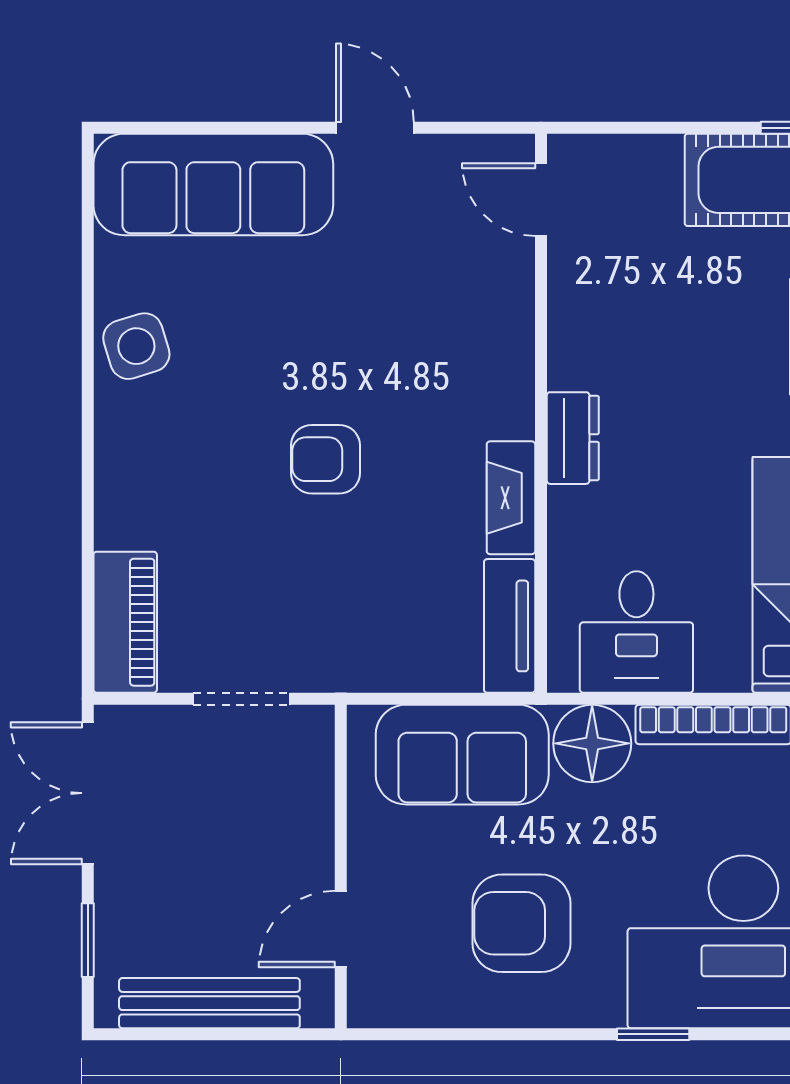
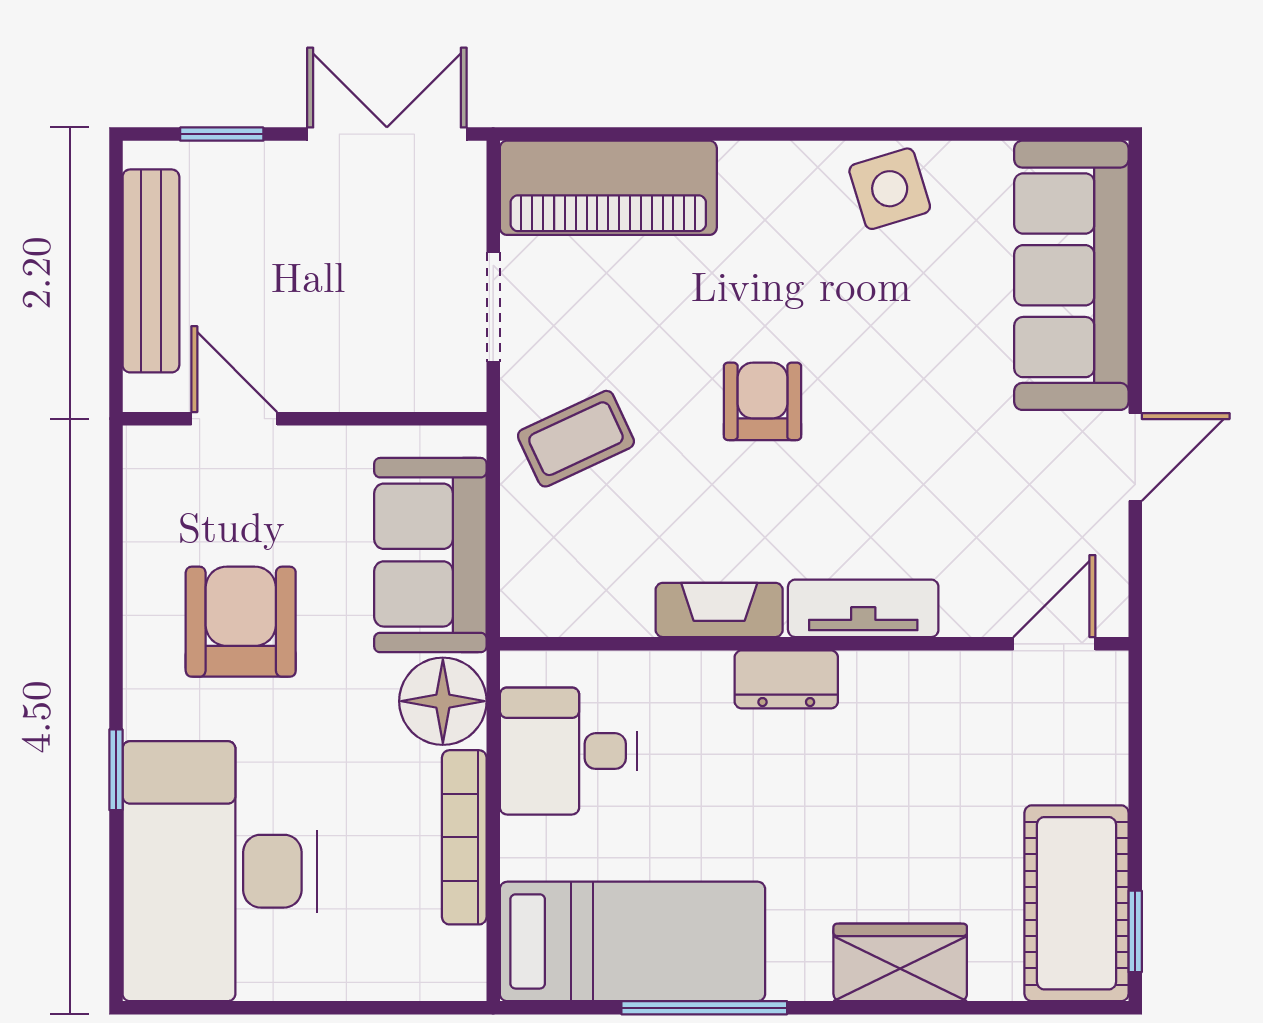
piano: (125, 622) -> (608, 188), width x1.37, depth x1.33
coffee table: (359, 625) -> (576, 439), added
tv unit: (510, 626) -> (863, 608), moved

